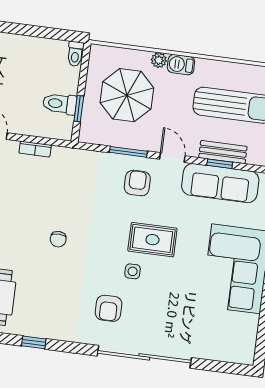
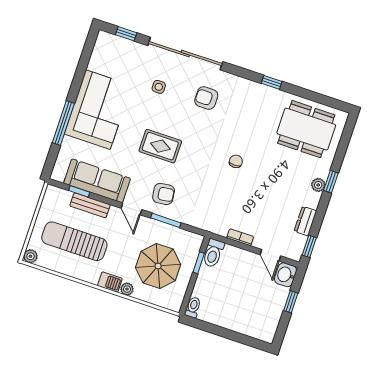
toilet: (60, 104) -> (213, 253), moved, turned 90
window: (220, 164) -> (79, 191), moved
armchair: (137, 183) -> (164, 194), turned -97
side table: (133, 271) -> (159, 87), moved
armchair: (109, 308) -> (206, 98), turned -90
window: (220, 367) -> (126, 34), added

